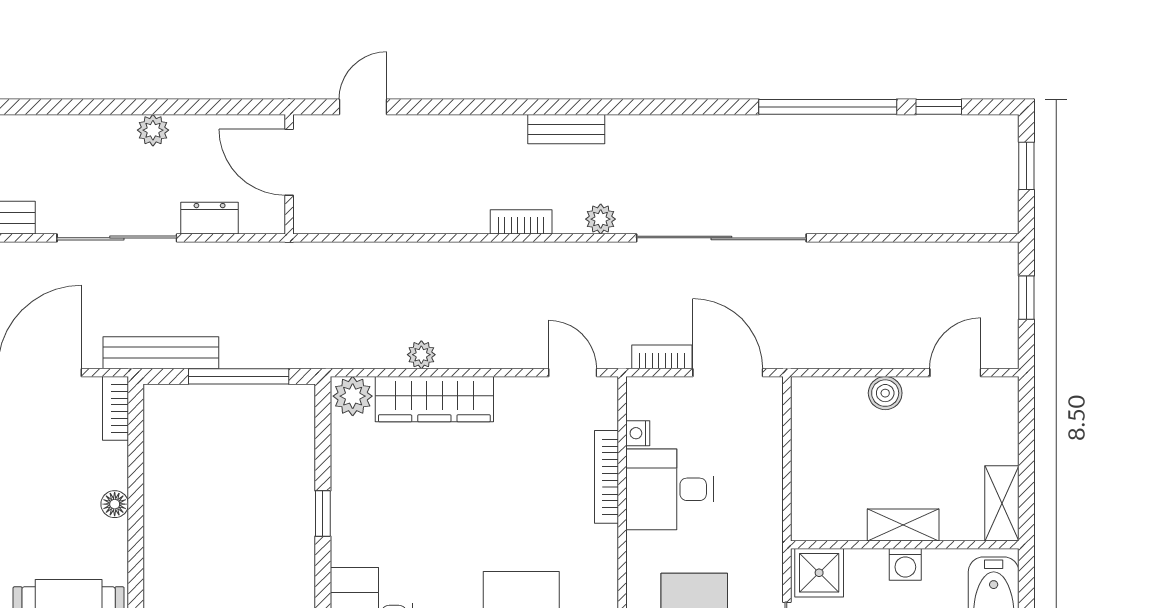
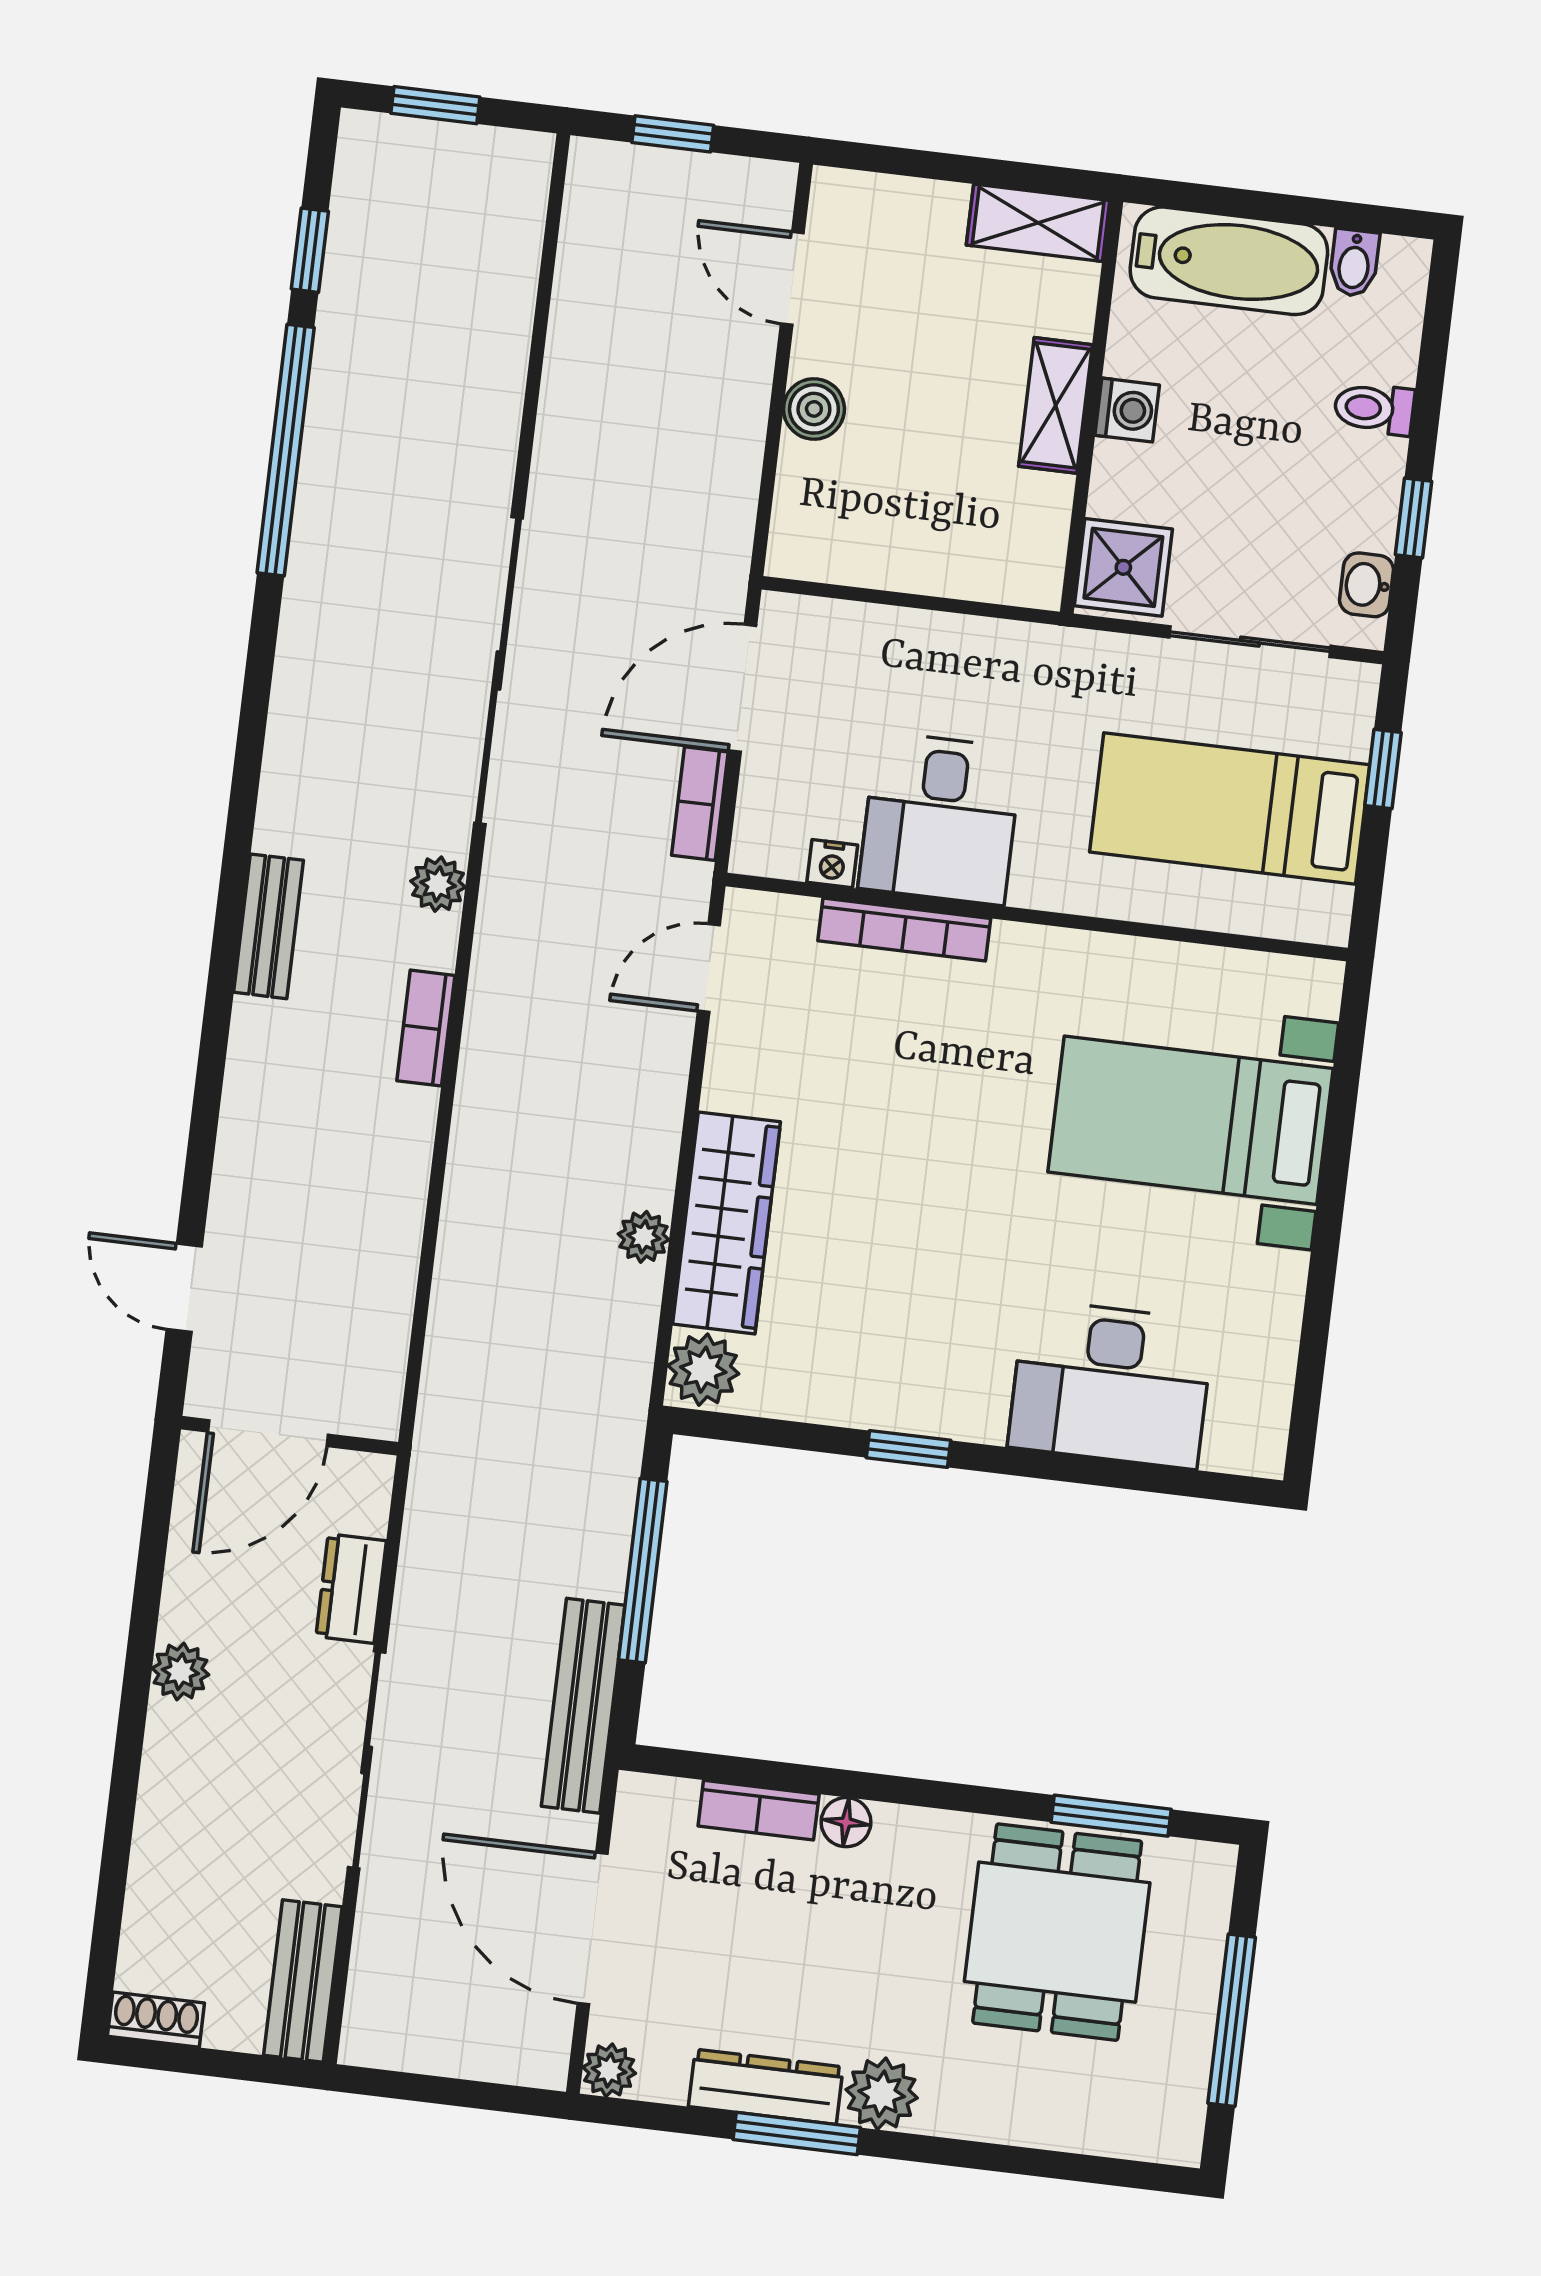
bookcase: (115, 408) -> (759, 1810), moved

